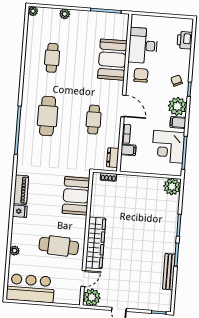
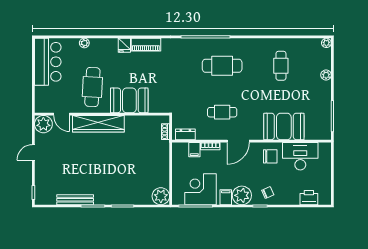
cafe table: (52, 58) -> (281, 66), turned 90
booth: (76, 196) -> (129, 100), moved

